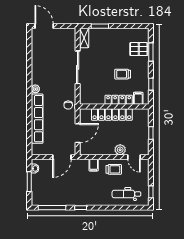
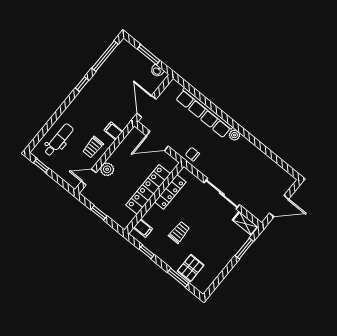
door: (44, 26) -> (279, 206), moved
locker: (119, 100) -> (170, 192), moved
door: (78, 133) -> (157, 141), hinge flipped

